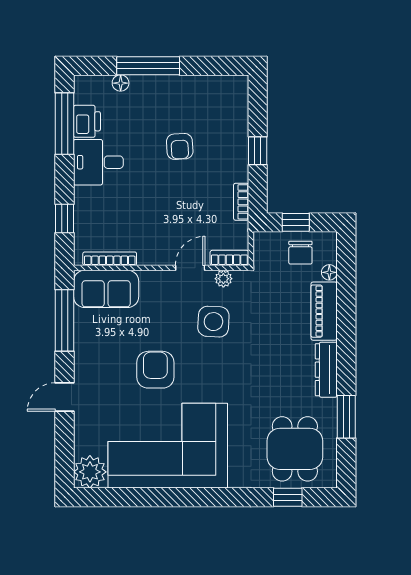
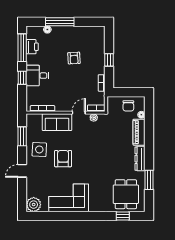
desk: (98, 162) -> (37, 76), moved
window: (65, 219) -> (22, 78), moved
window: (296, 222) -> (126, 92), removed
sofa: (106, 289) -> (57, 122), moved
window: (65, 320) -> (22, 136), width x0.69
side table: (213, 322) -> (39, 149), moved
corner sofa: (168, 446) -> (69, 198), width x0.73, depth x0.74

